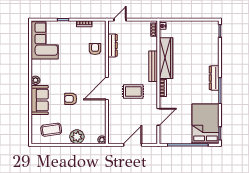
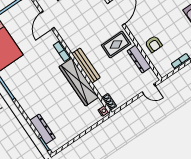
door: (120, 20) -> (149, 89), hinge flipped
dresser: (214, 78) -> (43, 129), moved
rug: (133, 91) -> (116, 44), moved

